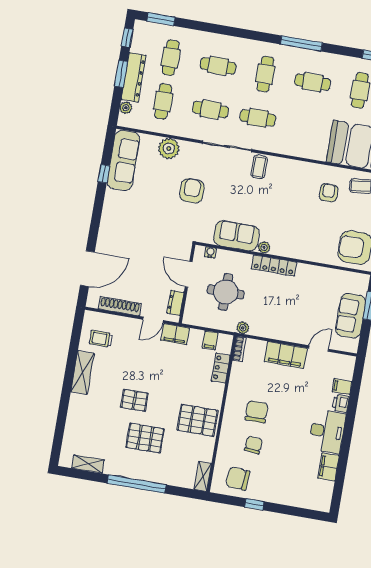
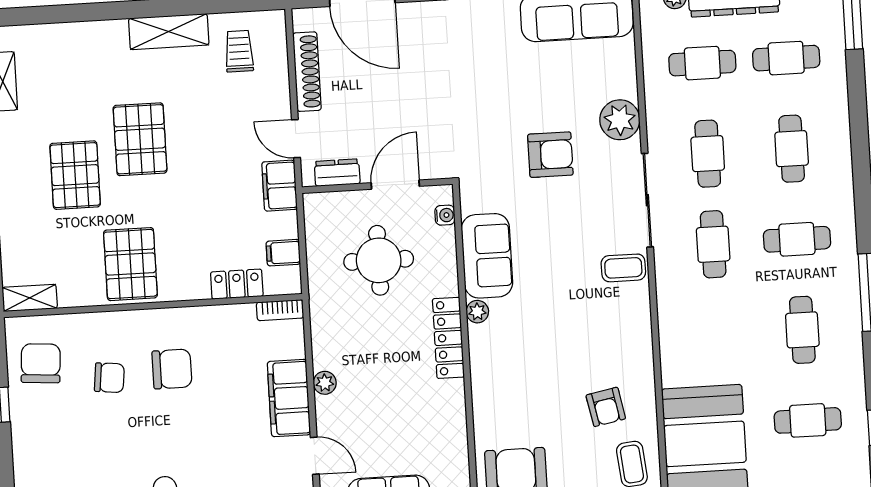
plant: (169, 149) -> (620, 120), moved
armchair: (329, 193) -> (606, 407), turned 79
plant: (243, 328) -> (325, 383), moved
pallet: (134, 400) -> (140, 139), width x1.50, depth x1.42

